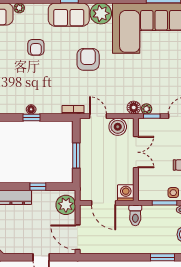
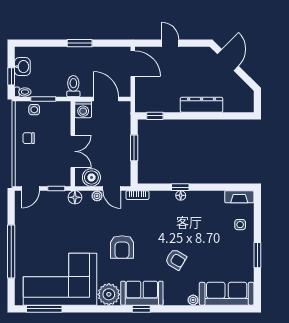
armchair: (36, 47) -> (176, 259), turned 121
plant: (146, 109) -> (97, 196), moved
double door: (136, 152) -> (73, 151), swing flipped
window: (38, 187) -> (155, 116), moved
plant: (66, 205) -> (145, 97), removed
window: (162, 257) -> (80, 43), moved

